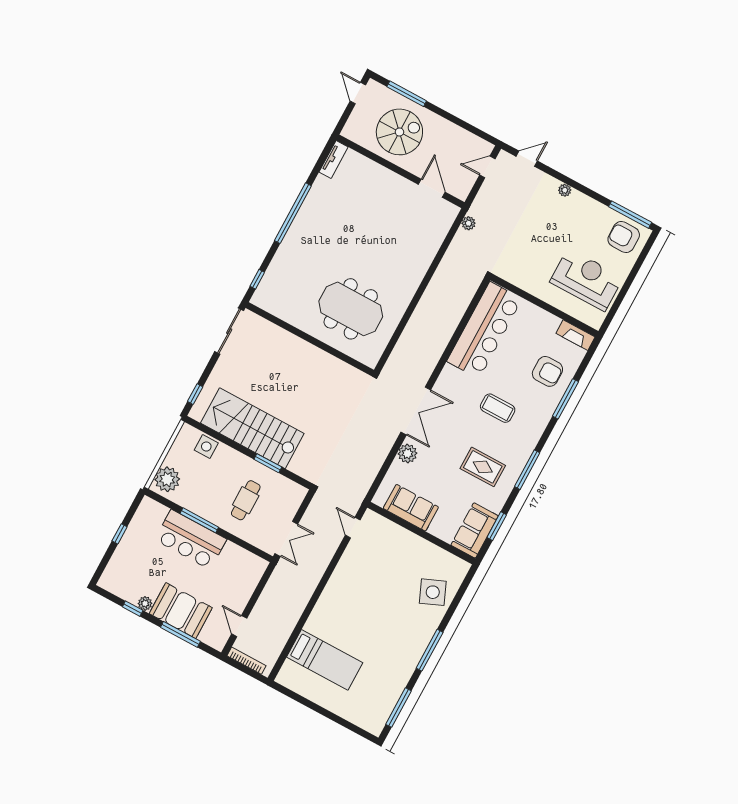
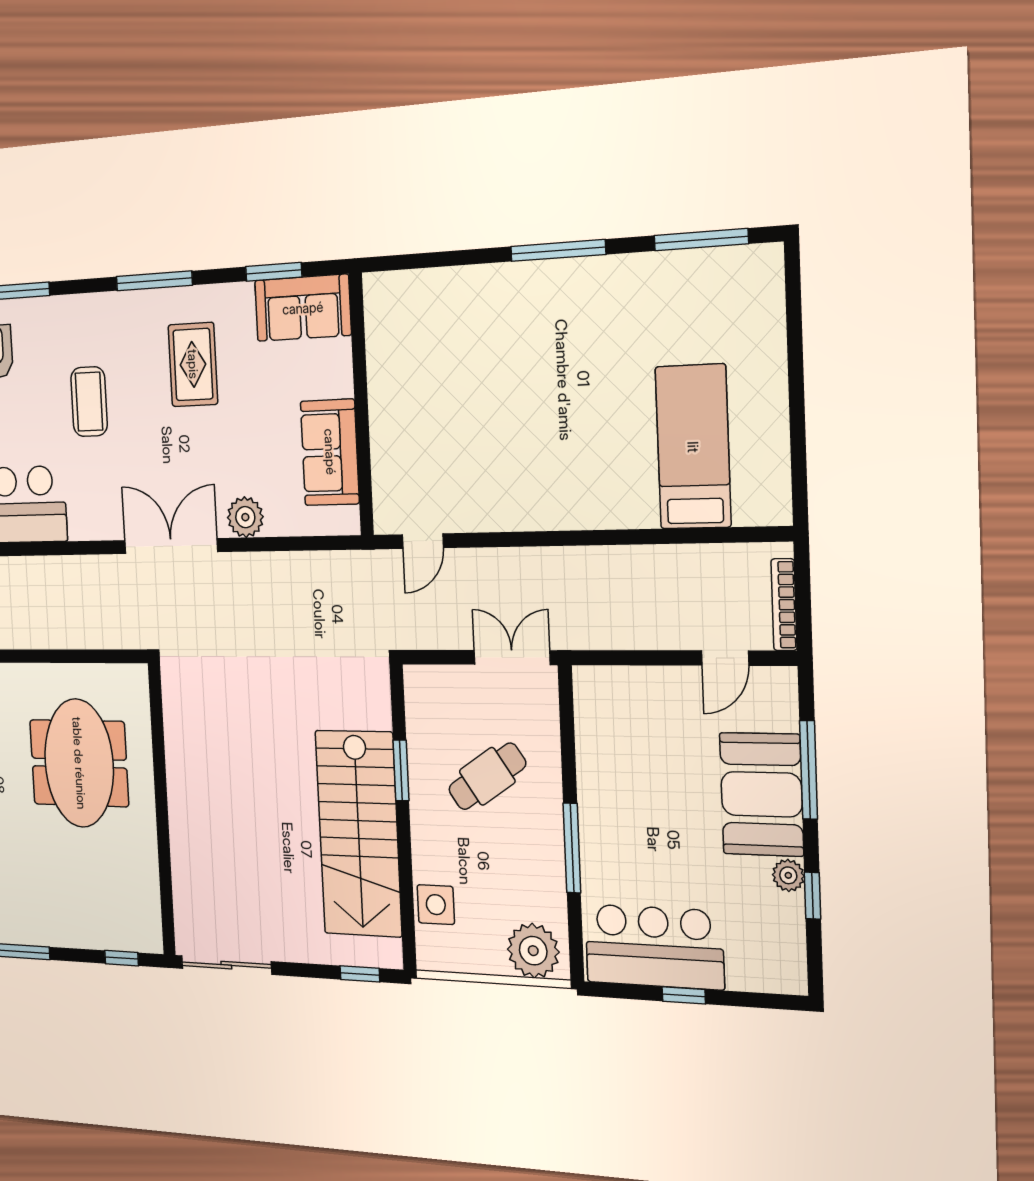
cafe table: (246, 500) -> (487, 776), turned -34
bar counter: (191, 539) -> (654, 947), moved, turned -90
side table: (433, 592) -> (451, 315), removed

